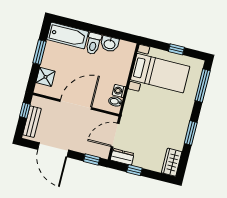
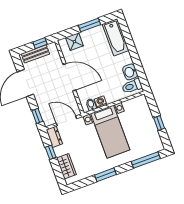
toilet: (93, 44) -> (132, 86), moved
bed with nightstands: (160, 73) -> (110, 132), moved
wardrobe: (172, 162) -> (66, 166), moved, turned 90

